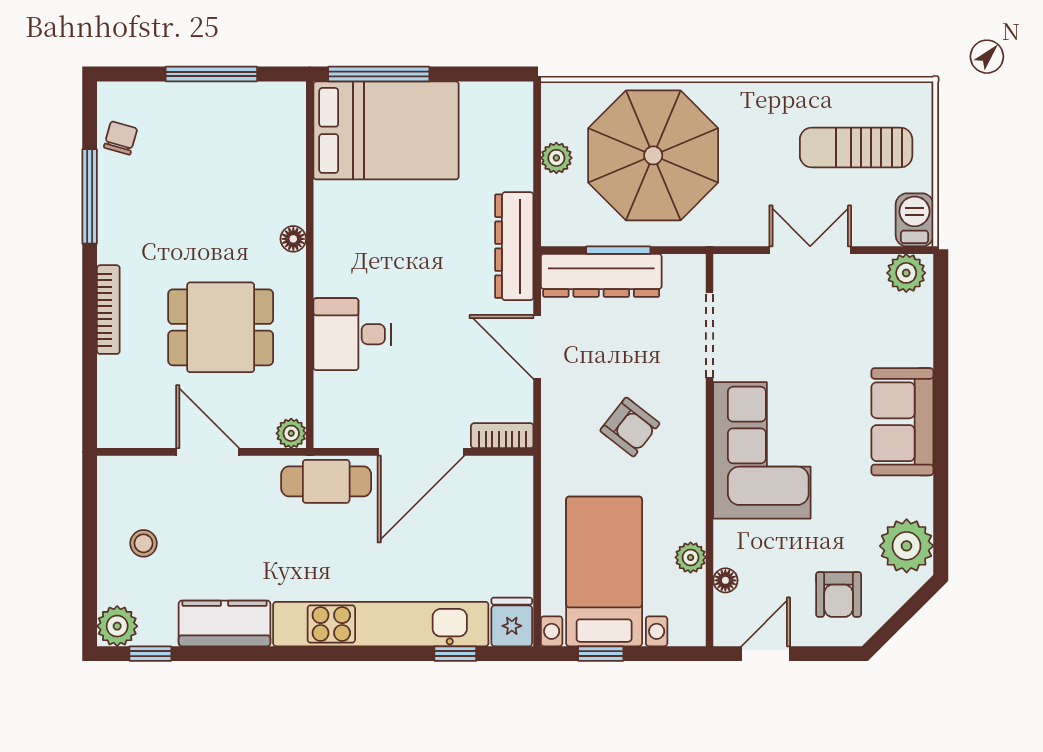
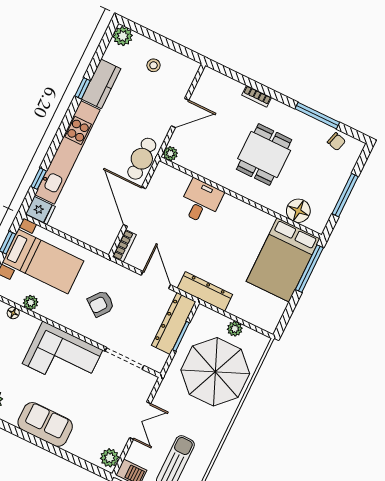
floor lamp: (293, 239) -> (298, 211), moved, width x1.89, depth x1.89
bookcase: (108, 310) -> (257, 96), width x0.64
dining table: (221, 327) -> (264, 154), moved
door: (537, 347) -> (156, 280), hinge flipped
window: (150, 654) -> (83, 88), moved

